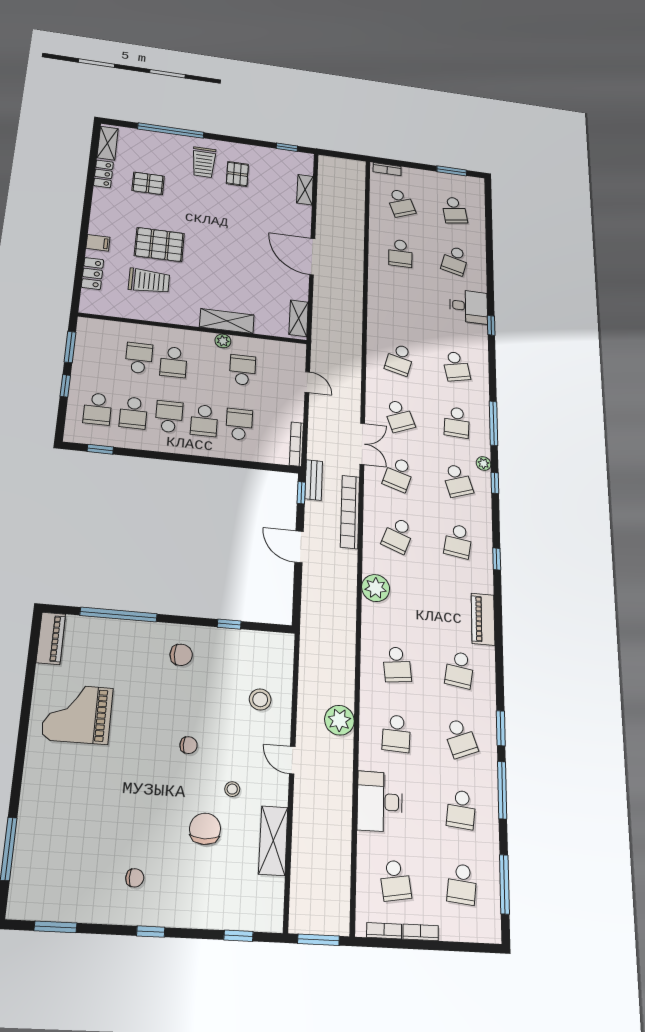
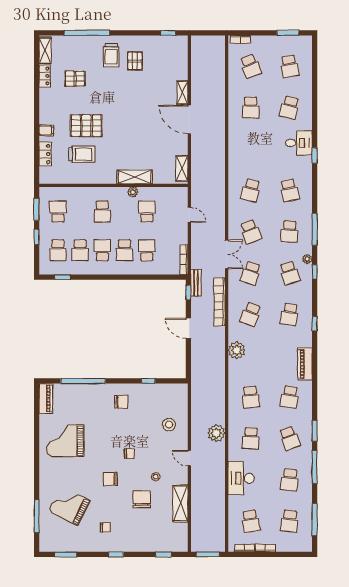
shelving: (305, 190) -> (182, 93), moved
school desk: (139, 358) -> (58, 212), moved
chair: (152, 788) -> (110, 479), added
grand piano: (72, 833) -> (69, 506), added

